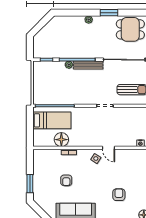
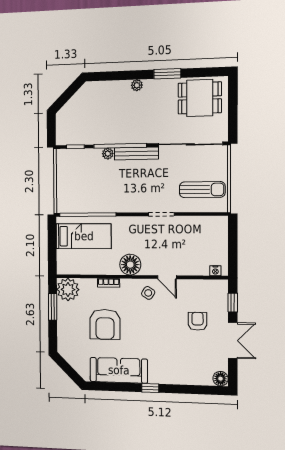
floor lamp: (61, 140) -> (130, 265), moved
plant: (41, 157) -> (68, 289), added
armchair: (66, 180) -> (105, 324), width x1.88, depth x1.88
window: (30, 184) -> (53, 307), moved
armchair: (119, 195) -> (198, 321), moved

